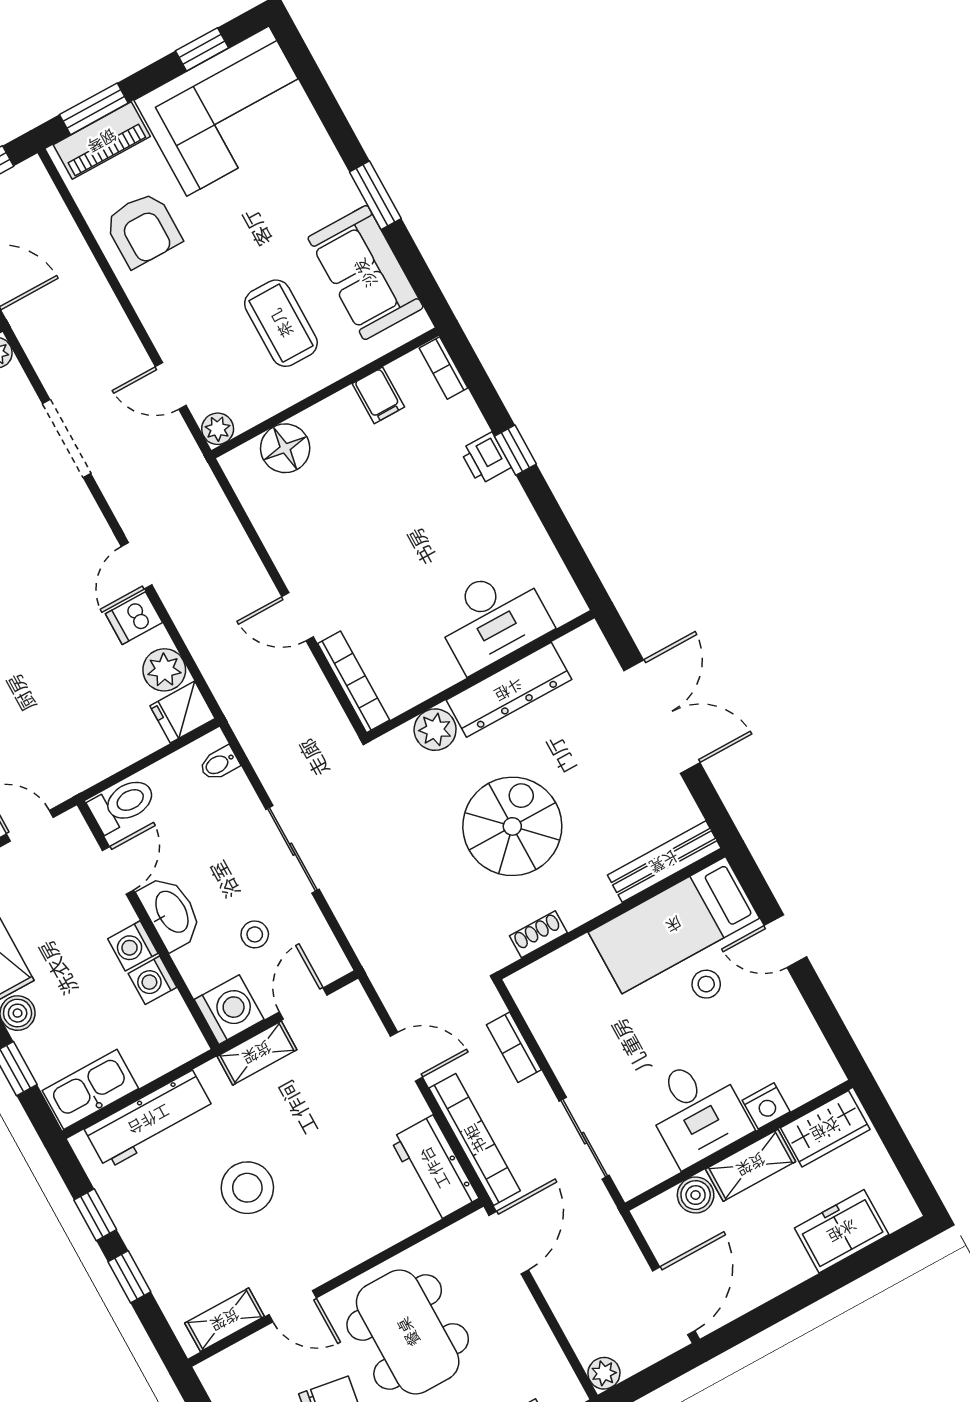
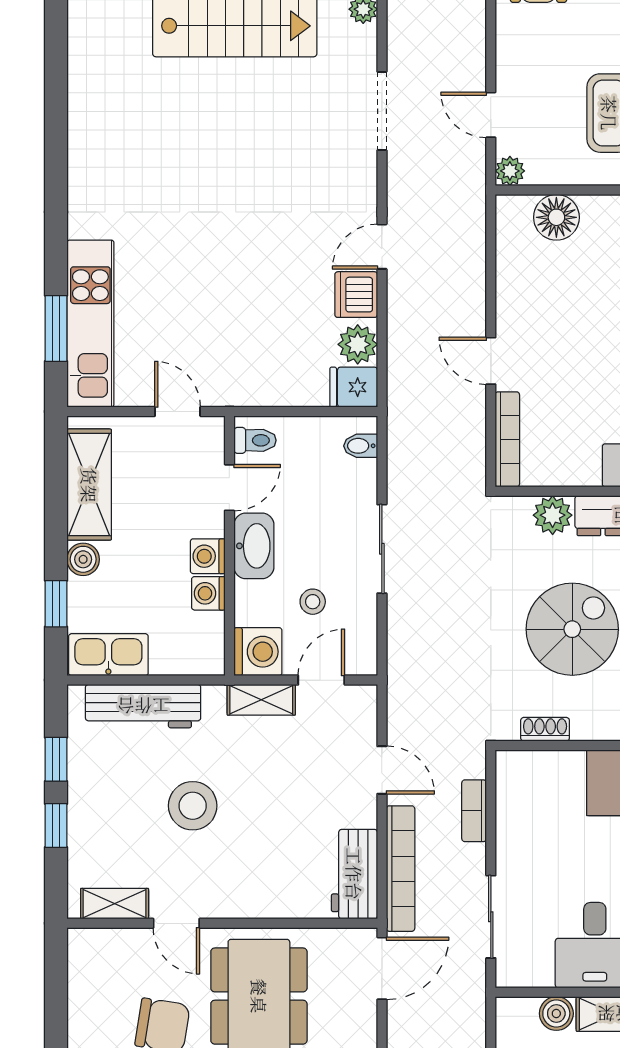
dishwasher: (134, 618) -> (356, 295), width x1.38
toilet: (123, 804) -> (255, 440), width x0.73, depth x0.72

